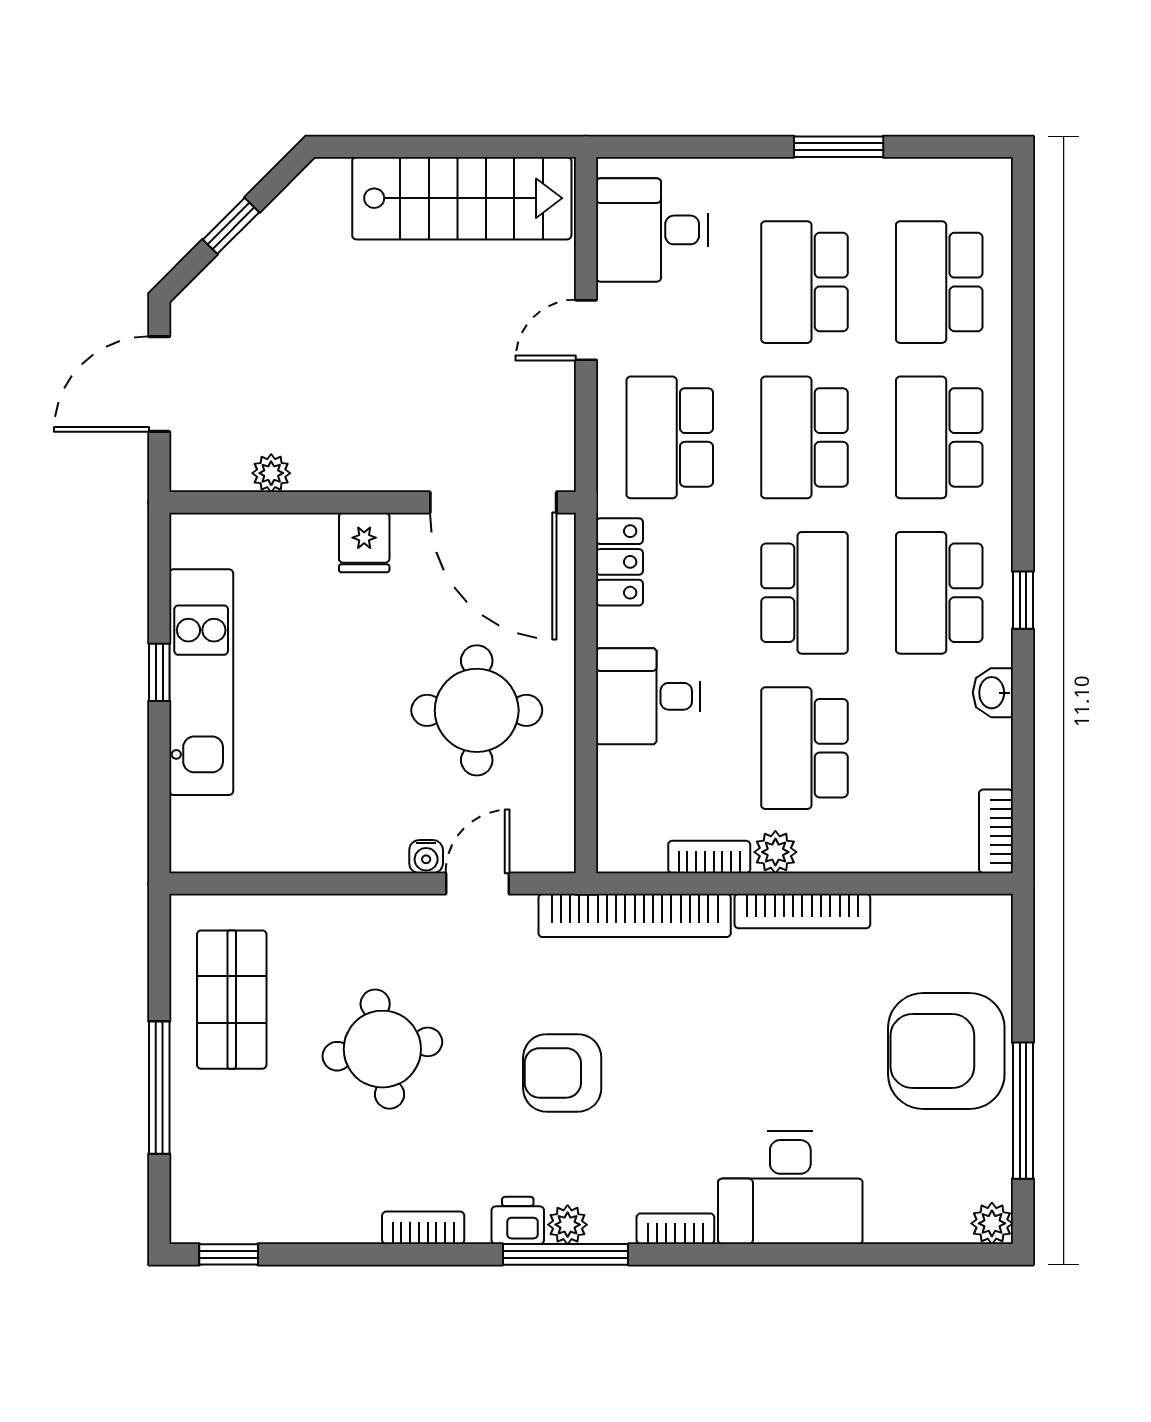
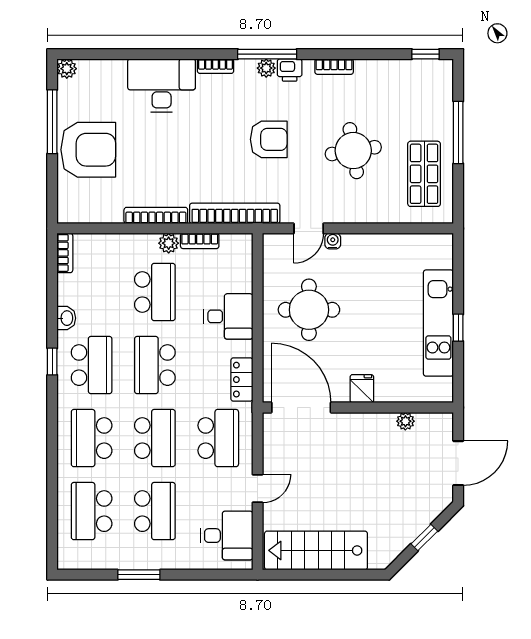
school desk: (939, 282) -> (92, 511), turned 180
school desk: (939, 437) -> (92, 438), turned 180

